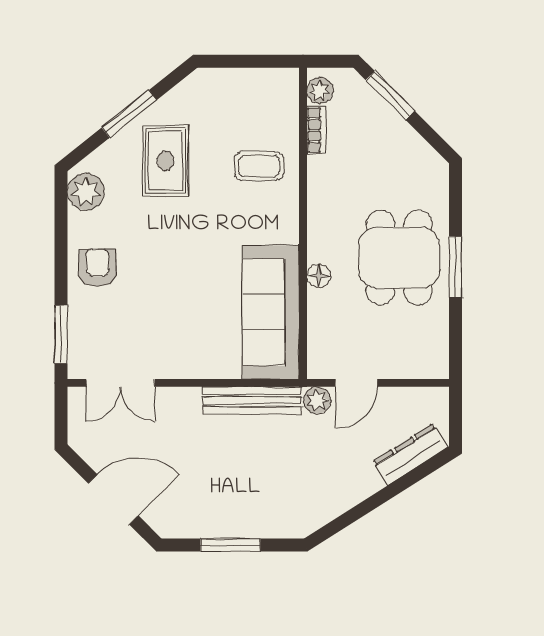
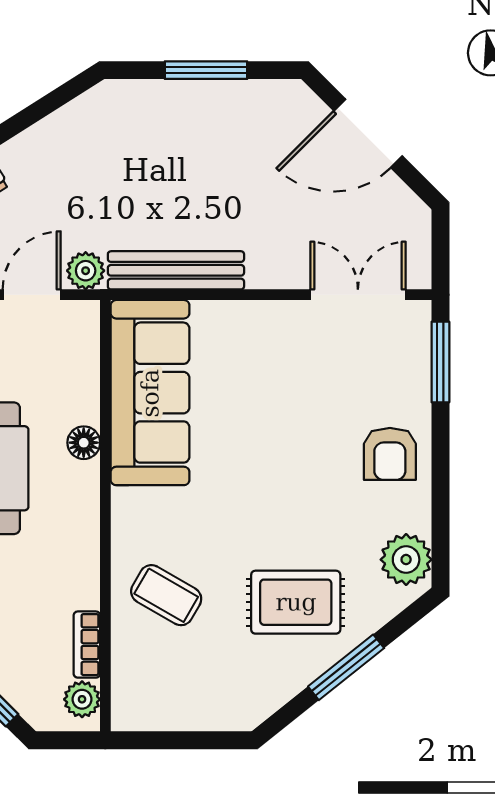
rug: (166, 161) -> (296, 602), turned 90
coffee table: (259, 166) -> (166, 595), turned 30

